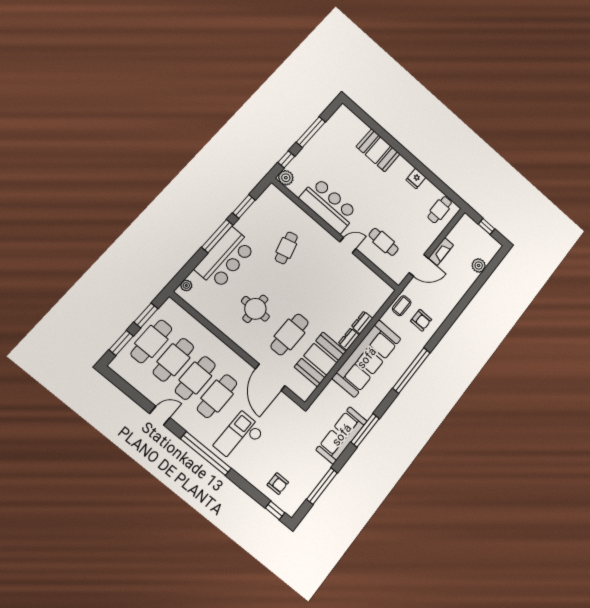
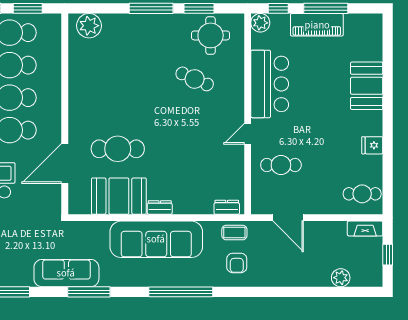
piano: (316, 146) -> (317, 25), added
cafe table: (384, 242) -> (281, 165), turned 90
door: (348, 245) -> (248, 134), swing flipped
cafe table: (286, 248) -> (195, 79), turned 39
fireplace: (441, 251) -> (365, 229), moved
bar counter: (225, 258) -> (137, 33), removed
plant: (186, 285) -> (89, 26), width x1.88, depth x1.88
round table: (255, 309) -> (211, 35), moved
dresser: (362, 322) -> (227, 207), moved

